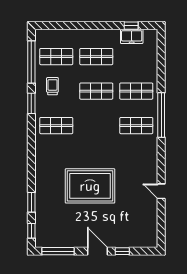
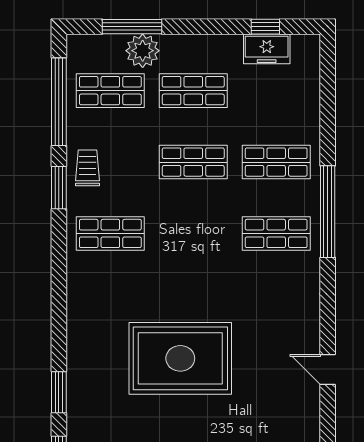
window: (67, 26) -> (132, 27), added
plant: (72, 37) -> (143, 51), added
trolley: (52, 86) -> (87, 168), moved

